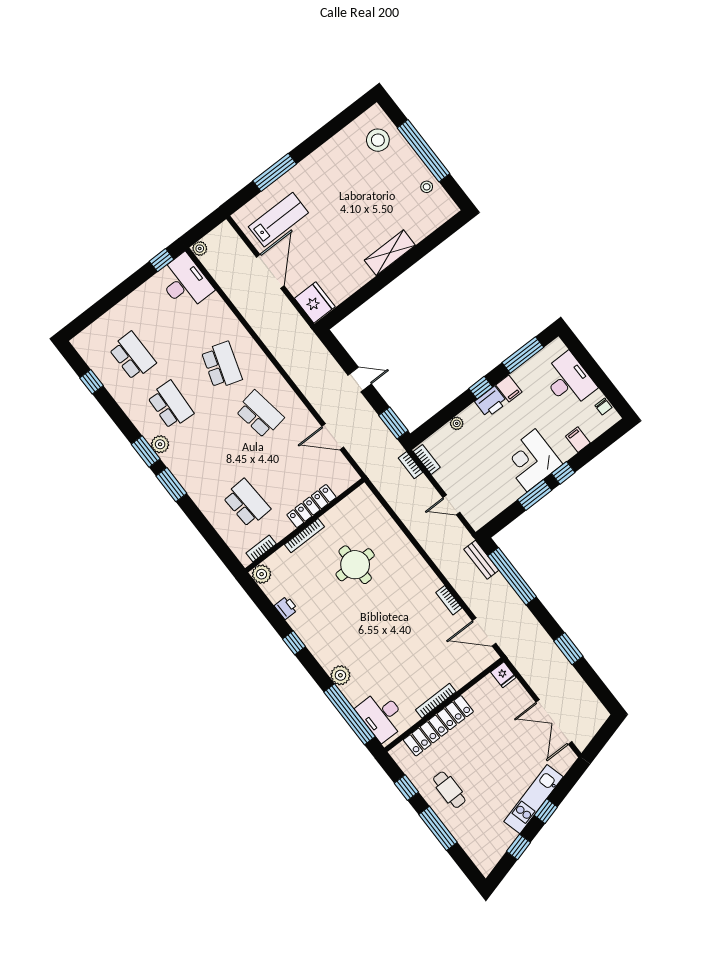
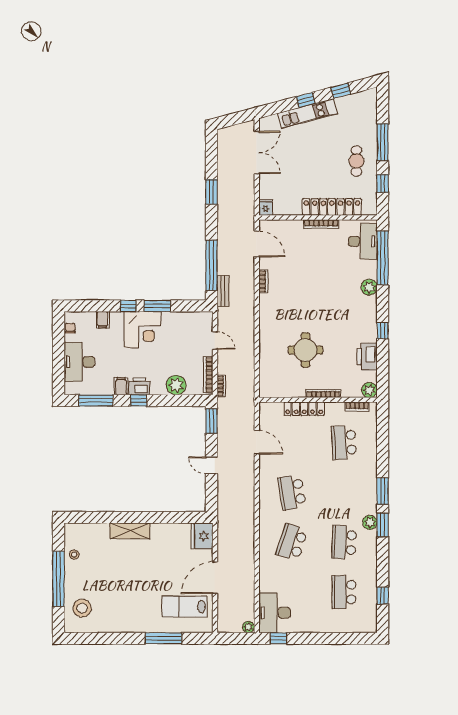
plant: (457, 423) -> (176, 385), width x1.88, depth x1.88
bookcase: (427, 459) -> (208, 375), width x1.56
printer: (286, 608) -> (367, 357), width x1.87, depth x1.48

